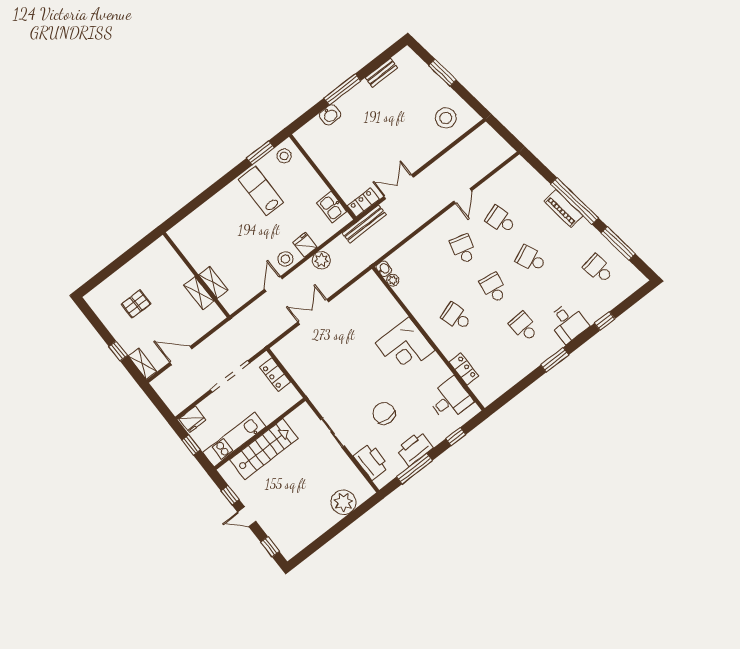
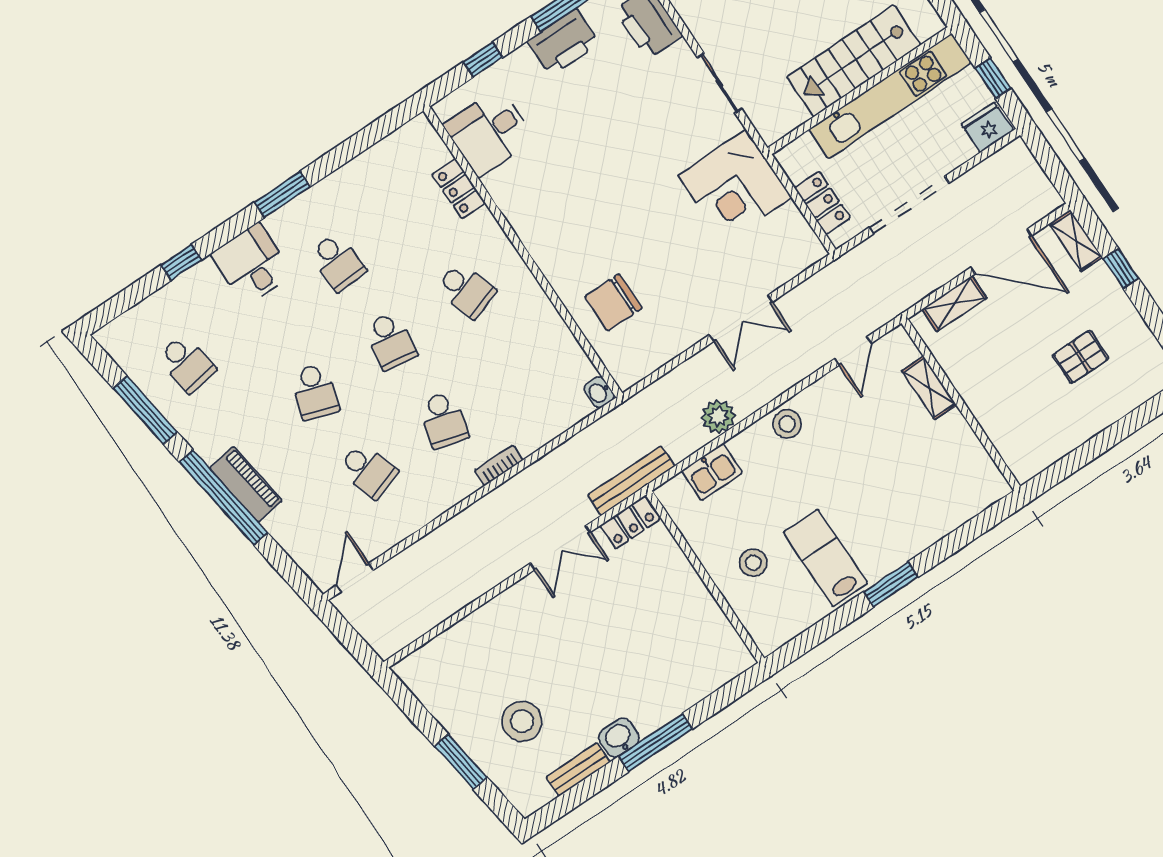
washbasin: (330, 115) -> (619, 738), moved
stool: (446, 118) -> (522, 721), moved
window: (260, 153) -> (891, 584), moved
stool: (284, 156) -> (753, 563), moved
lab bench: (261, 191) -> (825, 558), turned 180
door: (463, 196) -> (355, 578), moved
kitchen sink: (332, 207) -> (712, 472), moved, turned 90
bookcase: (433, 227) -> (499, 465), added
fridge: (305, 245) -> (748, 448), removed
school desk: (531, 259) -> (315, 392), turned 42
plant: (393, 280) -> (583, 369), removed
door: (273, 284) -> (853, 351), moved
shelving: (199, 293) -> (954, 304), moved, turned 90
corner desk: (405, 347) -> (735, 186), moved, turned 180
door: (181, 356) -> (1001, 251), width x1.36
chair: (384, 413) -> (613, 303), moved, turned 90
kitchen unit: (234, 440) -> (890, 96), width x1.36

